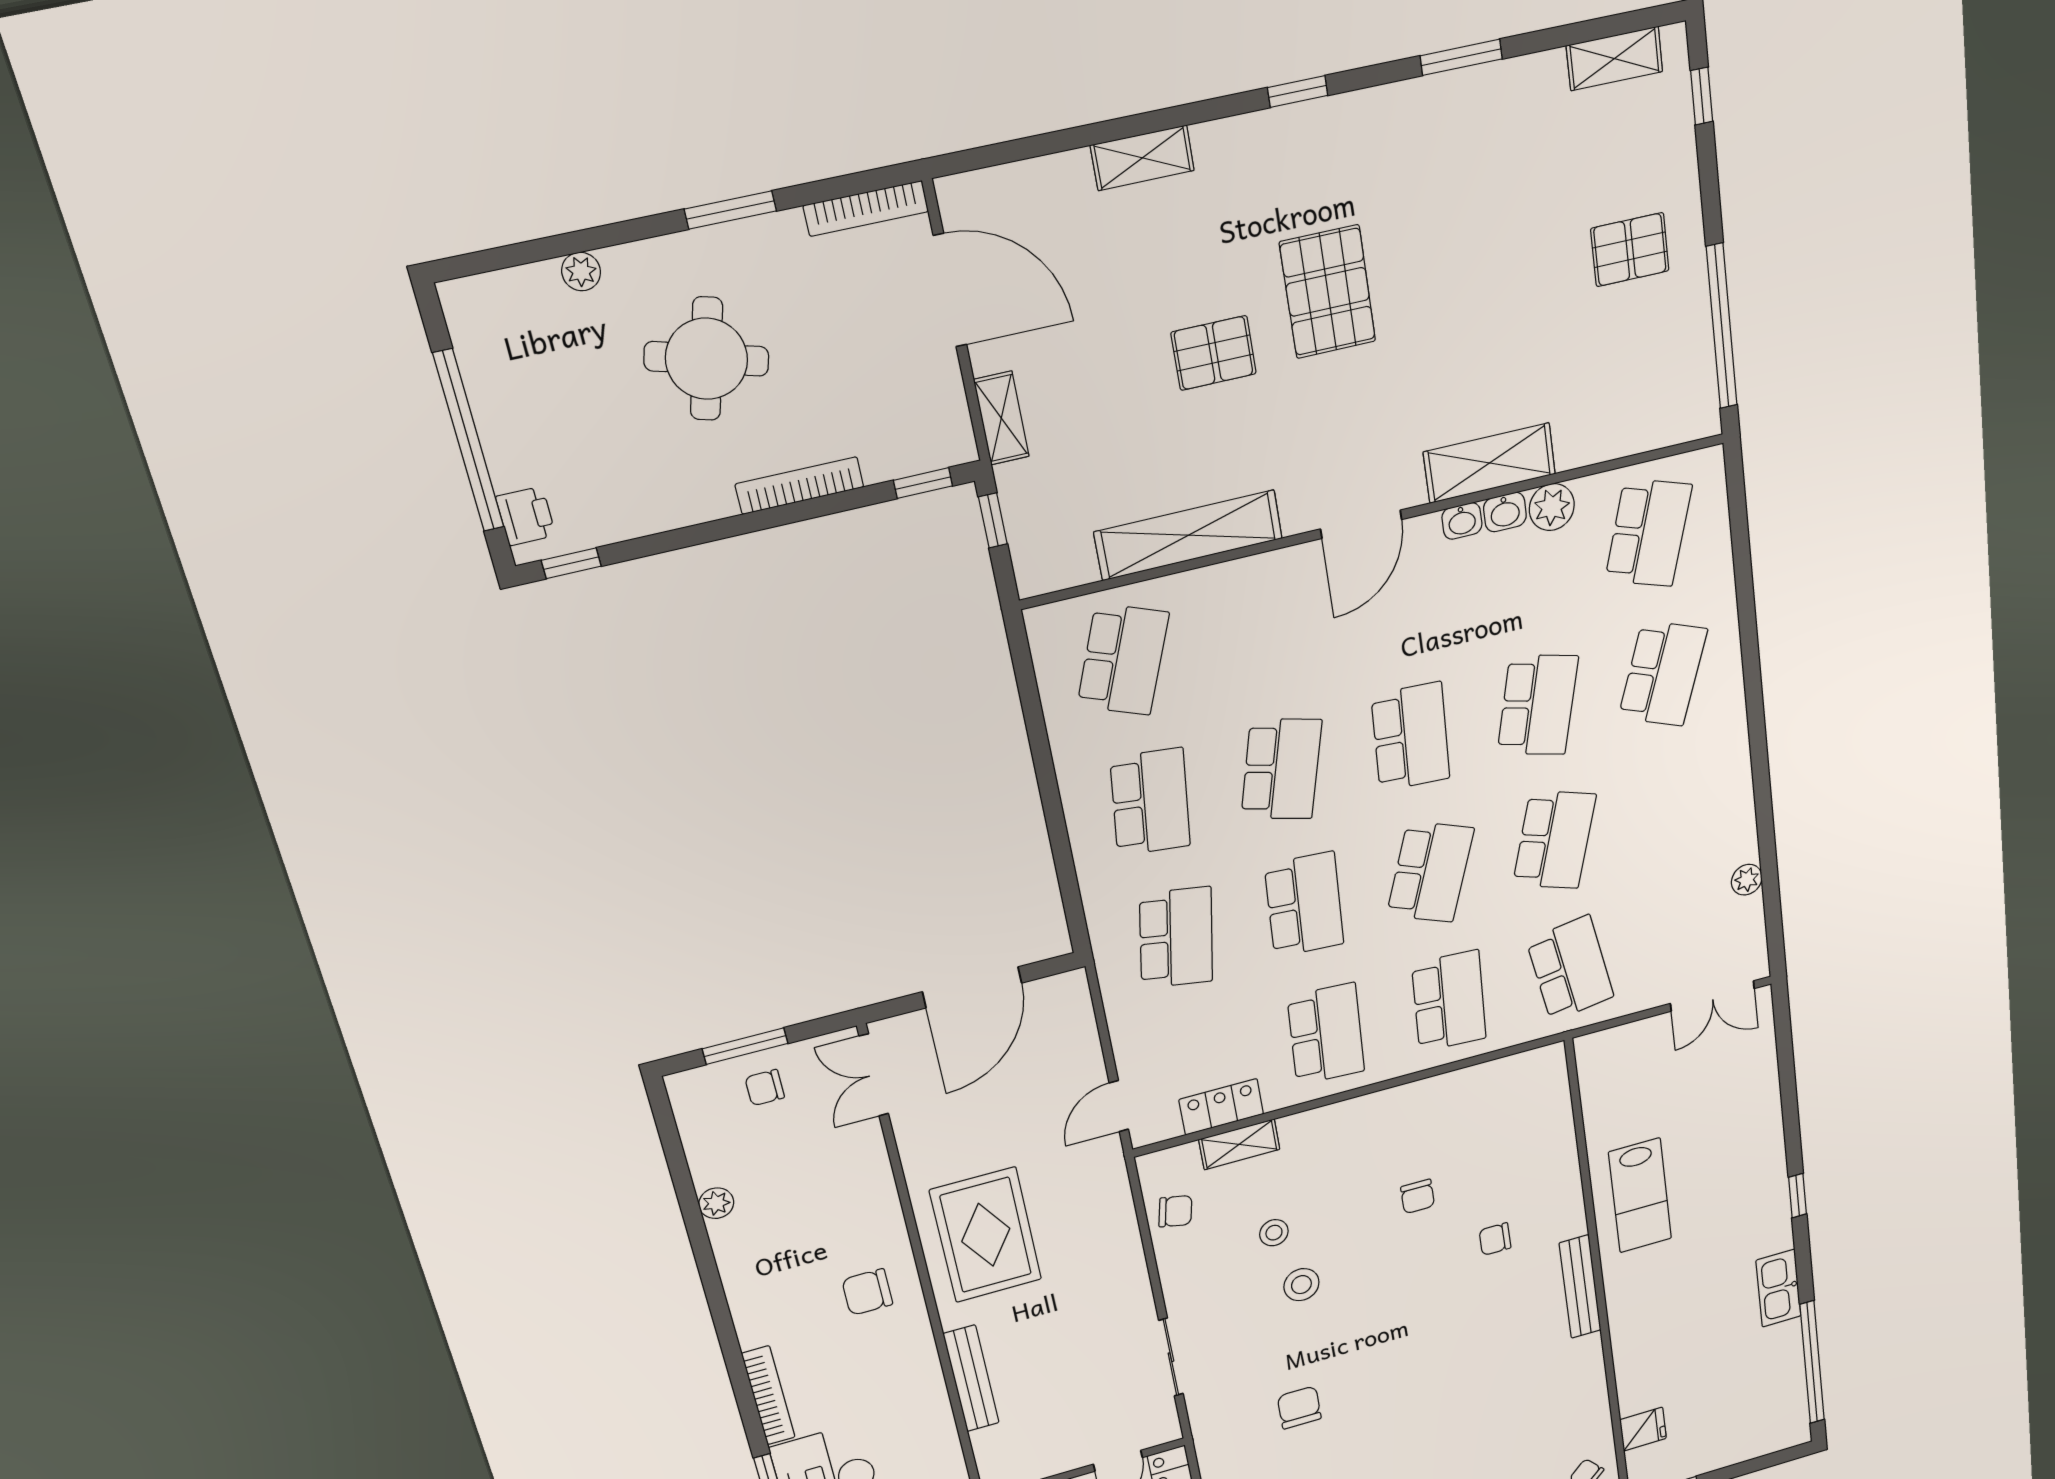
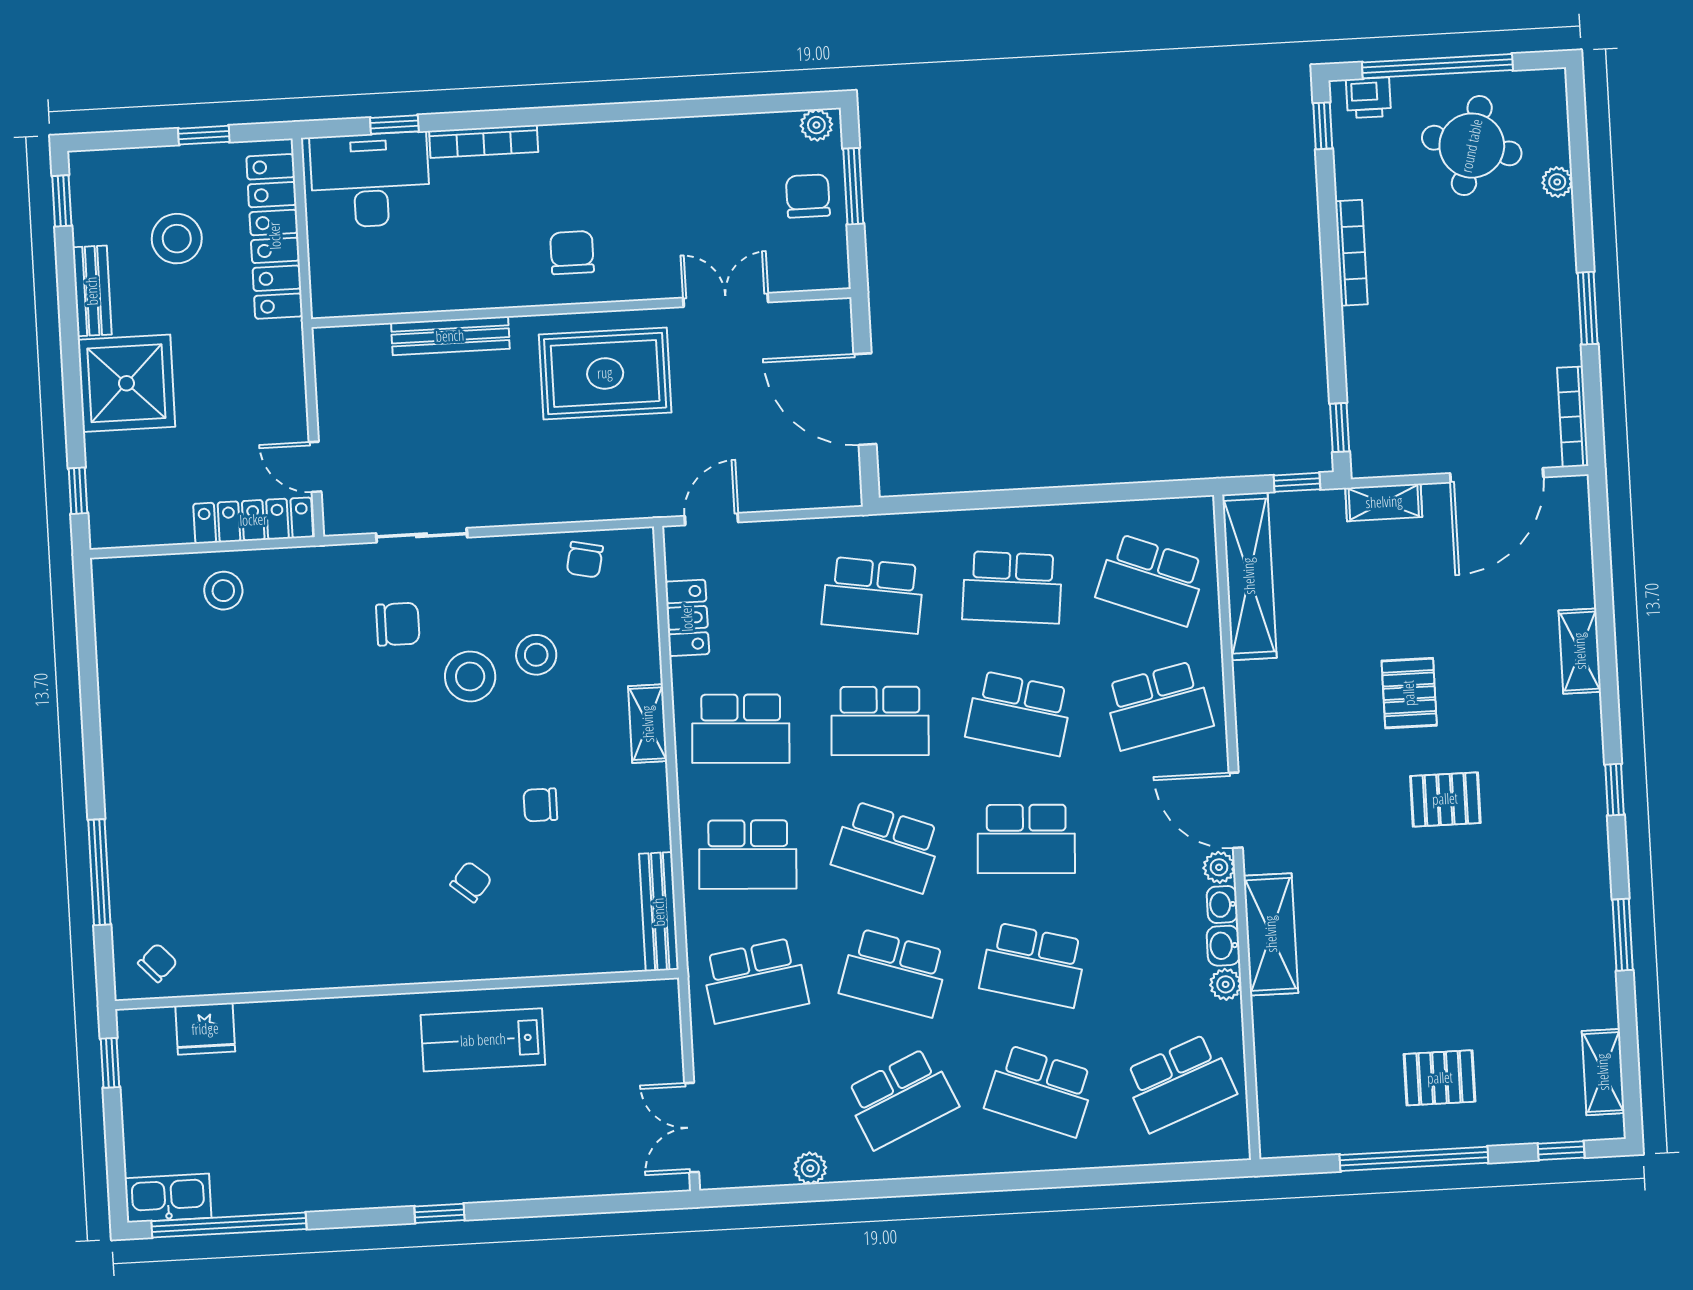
pallet: (1630, 250) -> (1440, 1078), turned 90
pallet: (1328, 292) -> (1445, 799), width x0.67, depth x0.71
window: (1722, 326) -> (1414, 1159), moved
round table: (707, 359) -> (1472, 146), moved
bookcase: (800, 486) -> (1351, 253), moved
plant: (1552, 507) -> (1226, 984), width x0.73, depth x0.73
plant: (1423, 531) -> (1219, 867), added
school desk: (1648, 533) -> (1179, 1083), turned -39
shelving: (1188, 535) -> (1249, 576), moved
school desk: (1258, 627) -> (1158, 705), added
school desk: (1677, 808) -> (901, 1098), added
double door: (874, 1075) -> (726, 300), moved
chair: (765, 1088) -> (808, 196), width x1.37, depth x1.37
door: (1119, 1106) -> (711, 519), hinge flipped
shelving: (1239, 1144) -> (648, 724), moved
plant: (716, 1203) -> (816, 125), moved
stool: (1274, 1233) -> (536, 655), width x1.37, depth x1.37
chair: (1495, 1239) -> (471, 882), turned 40
stool: (1301, 1285) -> (470, 676), width x1.38, depth x1.38
bench: (1580, 1287) -> (659, 912), moved, turned 90
kitchen sink: (1778, 1288) -> (168, 1198), moved
chair: (1299, 1408) -> (398, 624), moved
fridge: (1643, 1429) -> (205, 1029), width x1.38

